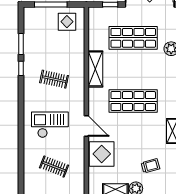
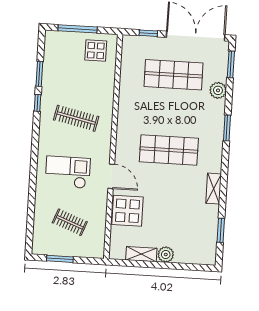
shelving: (95, 69) -> (126, 109), removed
clothes rail: (54, 79) -> (76, 118), width x1.36
trolley: (150, 166) -> (185, 228), removed

